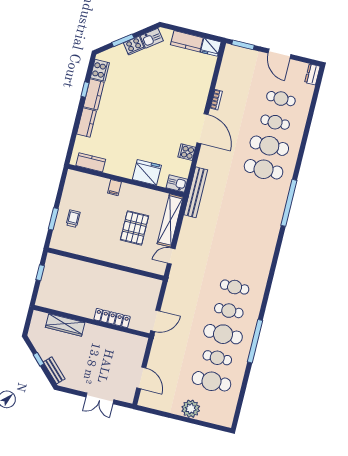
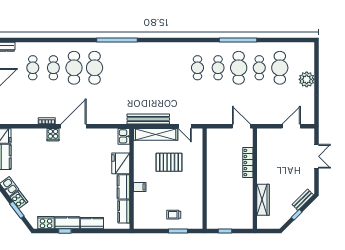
cooker: (187, 152) -> (53, 135), moved
kitchen counter: (119, 169) -> (123, 187), added
bench: (196, 192) -> (148, 119), moved

